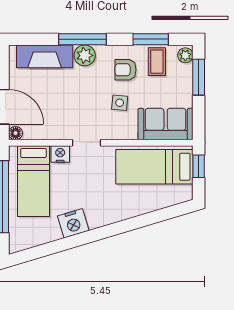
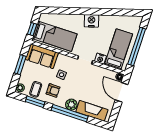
window: (83, 39) -> (70, 113), width x1.46
window: (199, 77) -> (20, 65), moved
nightstand: (73, 223) -> (91, 21), moved

